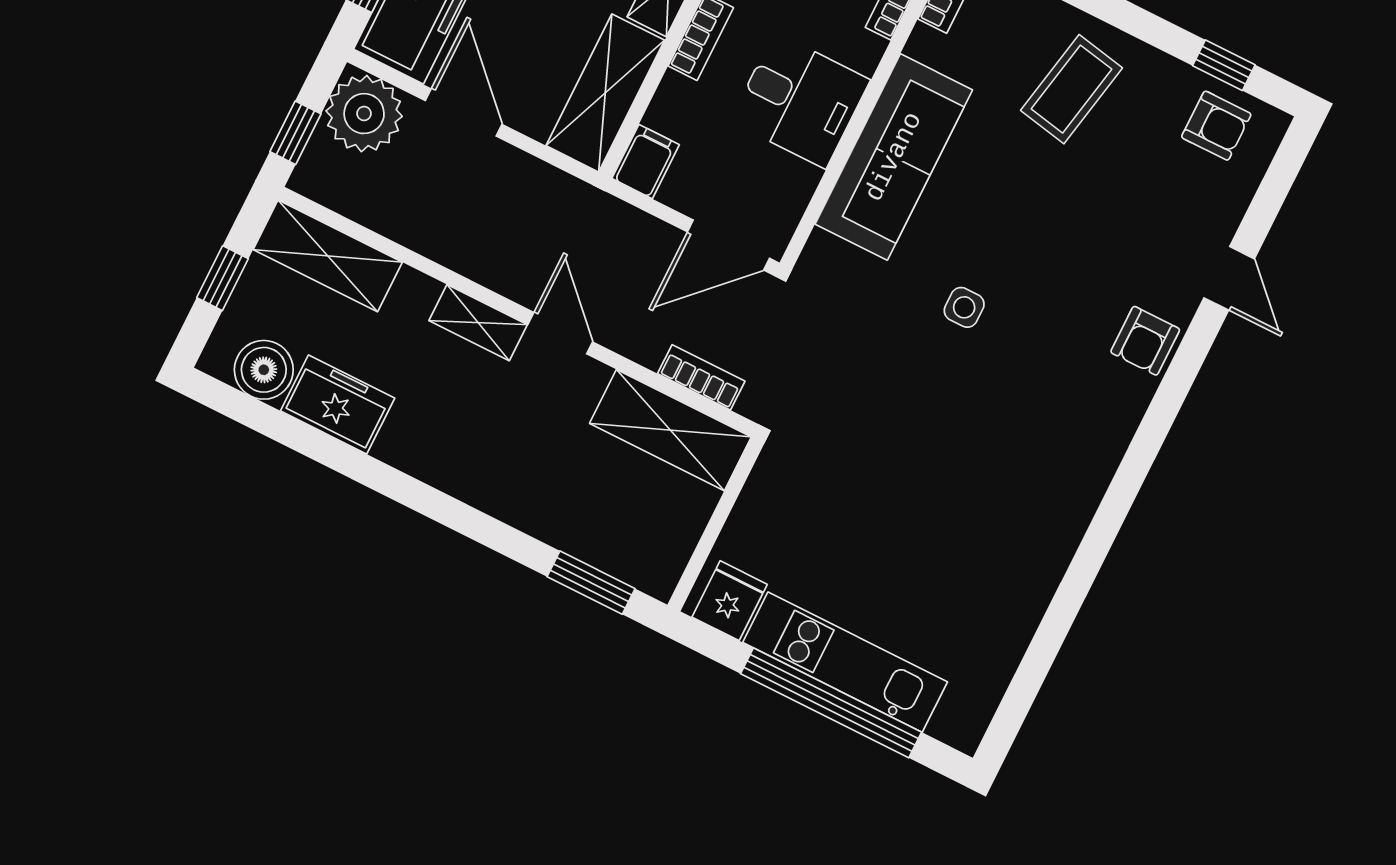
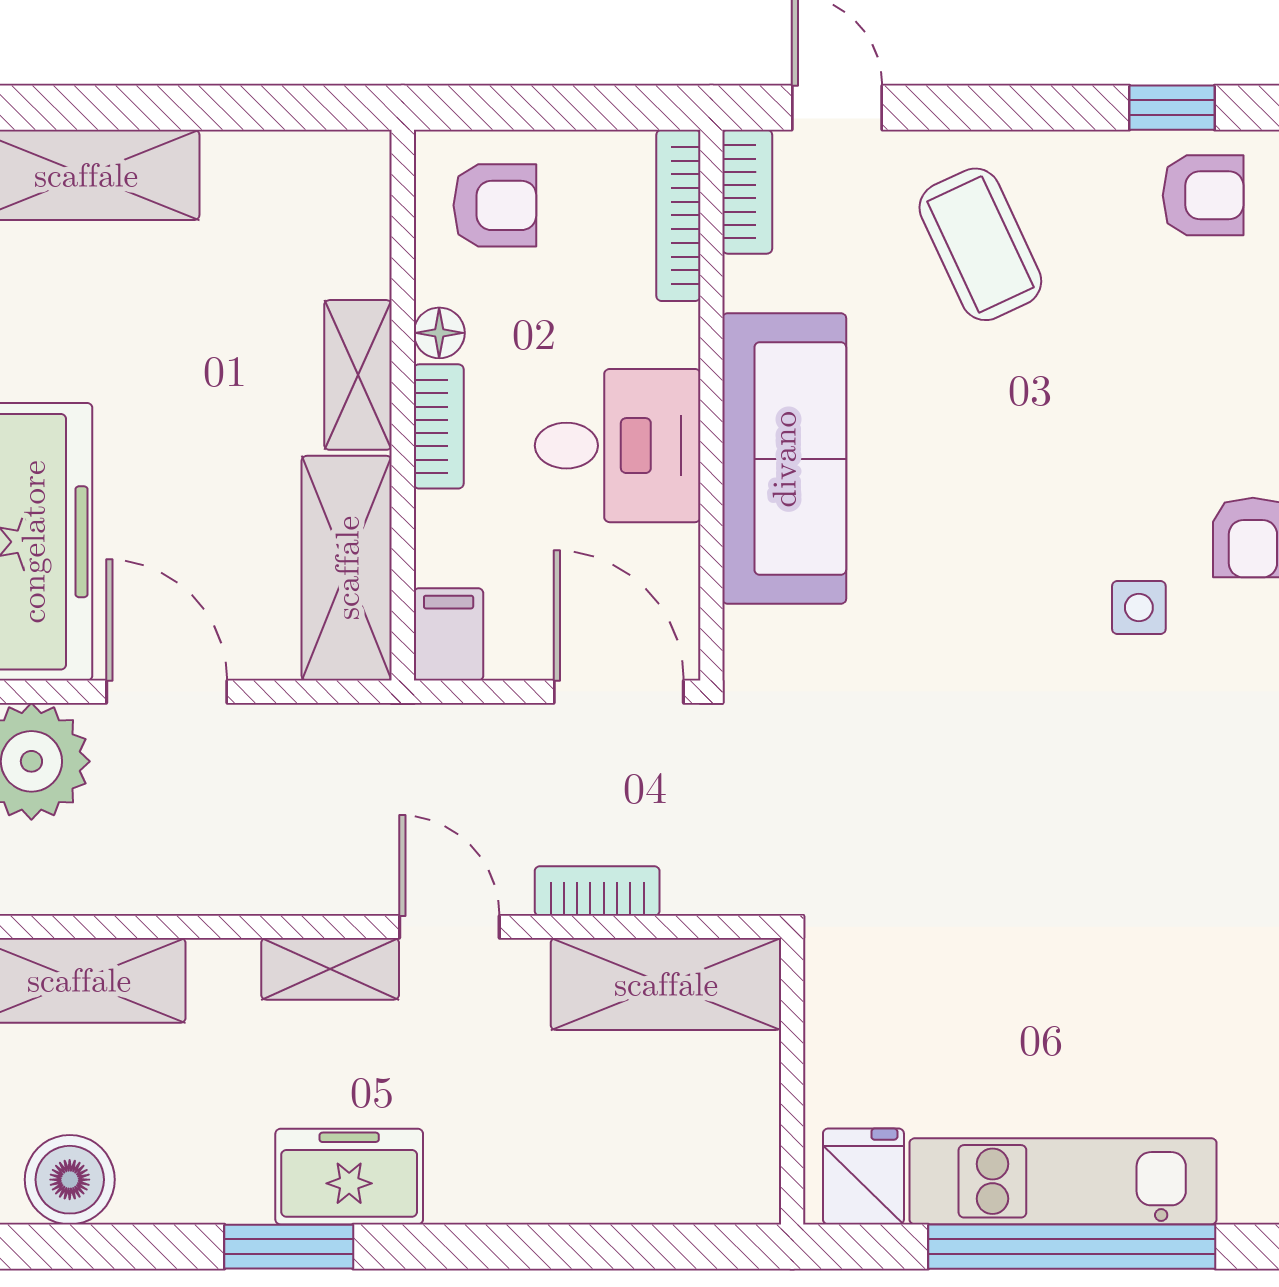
coffee table: (1072, 89) -> (980, 244), turned -36
door: (728, 245) -> (619, 692), swing flipped
side table: (964, 307) -> (1139, 608), moved
bookcase: (701, 377) -> (597, 891), moved
freezer: (338, 405) -> (349, 1177), moved
window: (591, 583) -> (289, 1247), moved

